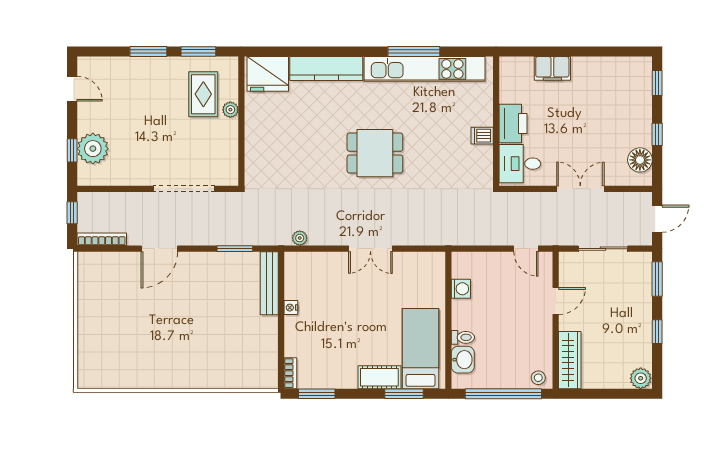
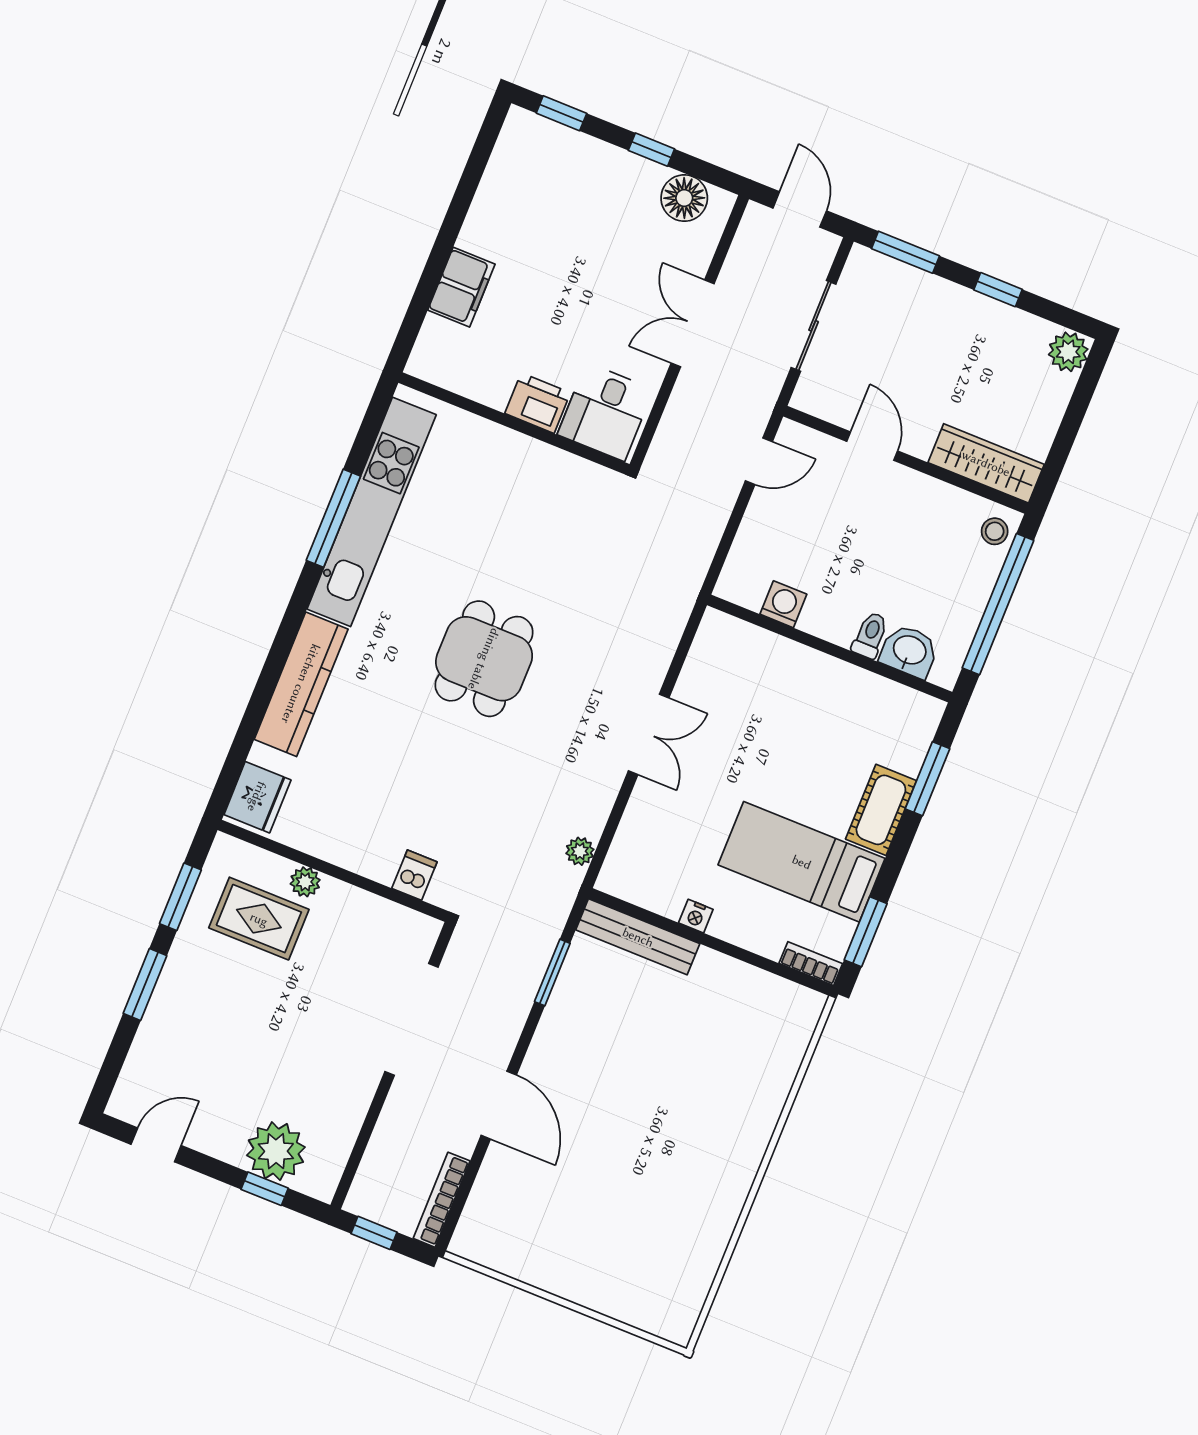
fridge: (268, 74) -> (257, 797), width x0.73, depth x0.75
printer: (513, 123) -> (538, 403), width x0.73, depth x0.84
dishwasher: (482, 136) -> (414, 875), moved, turned 180
bed: (420, 349) -> (802, 862), moved

